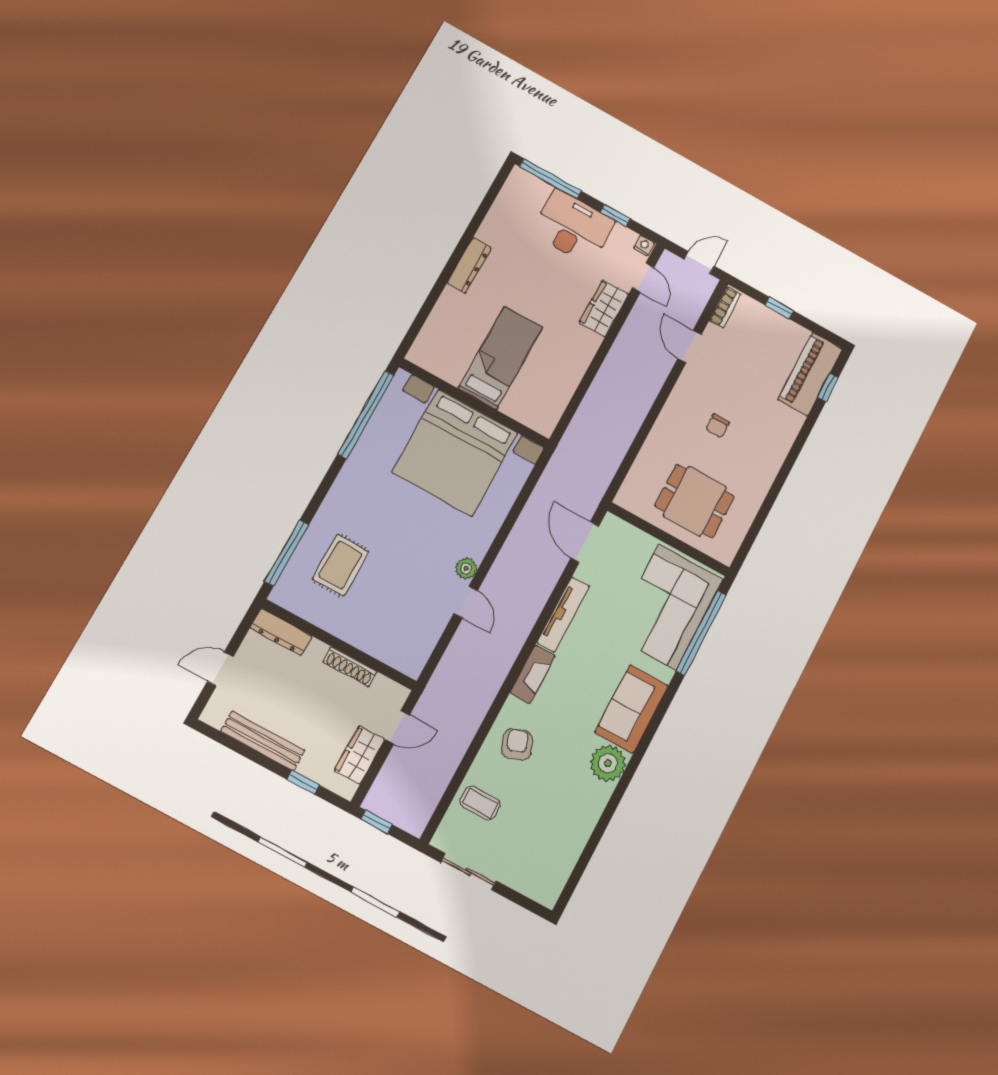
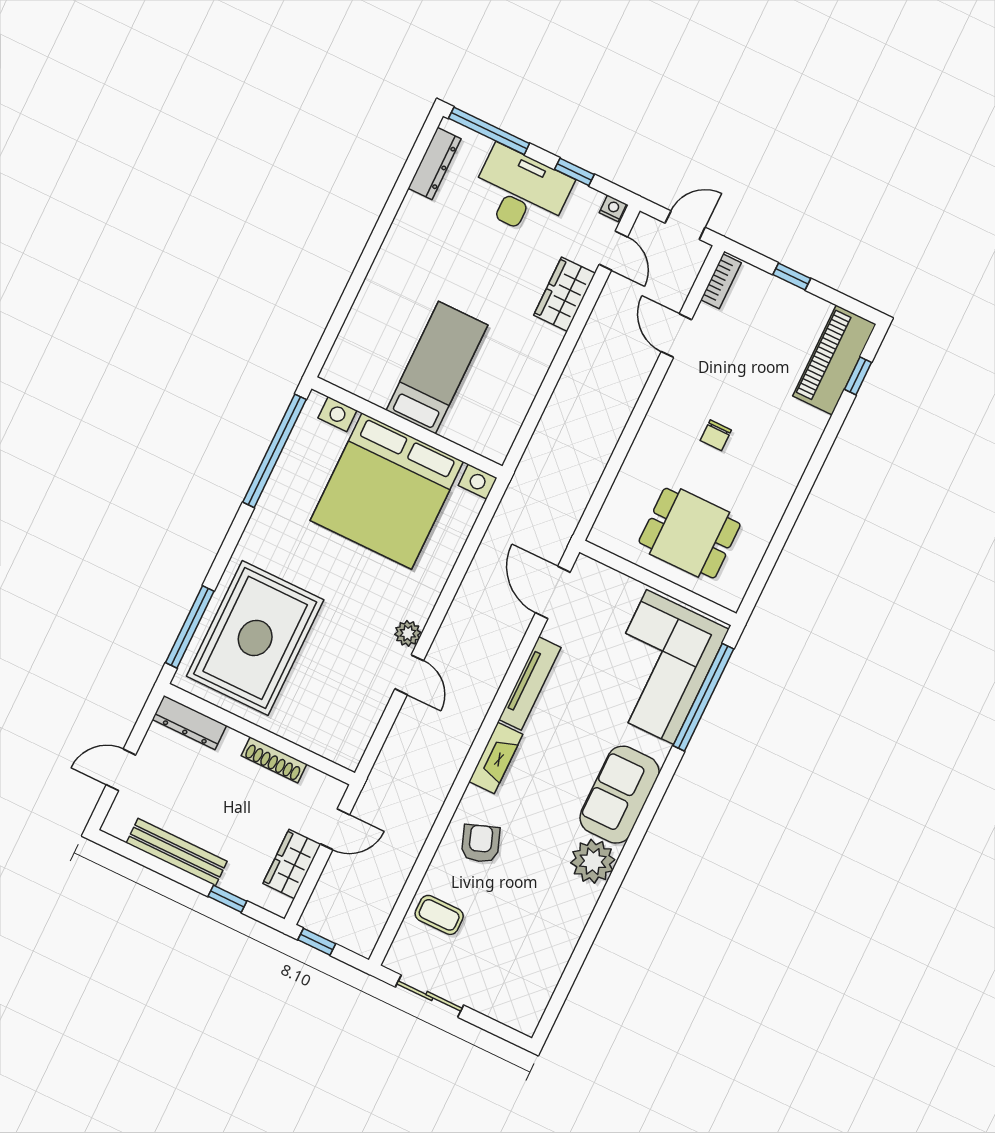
dresser: (469, 265) -> (435, 163), moved
rug: (340, 565) -> (255, 638), width x1.86, depth x2.06

